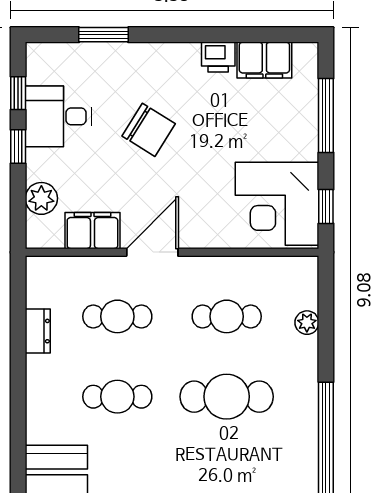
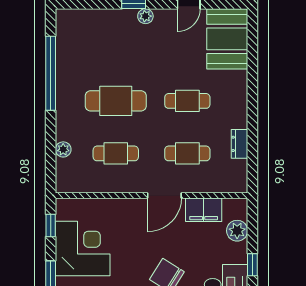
corner desk: (277, 204) -> (83, 248), moved

